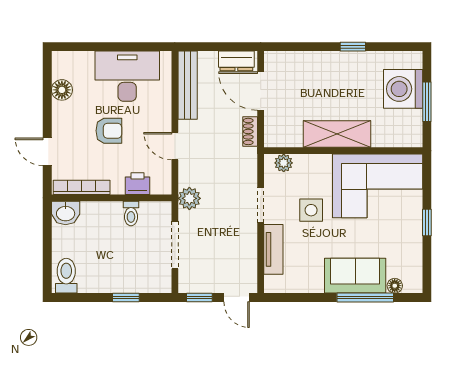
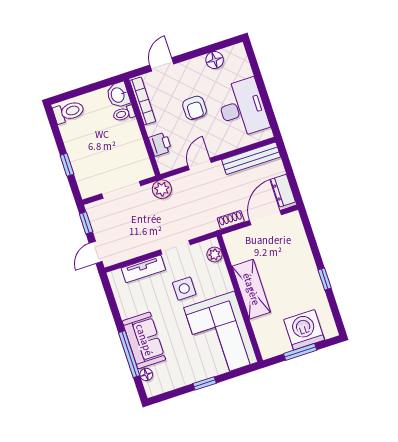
toilet: (131, 213) -> (124, 114), moved

